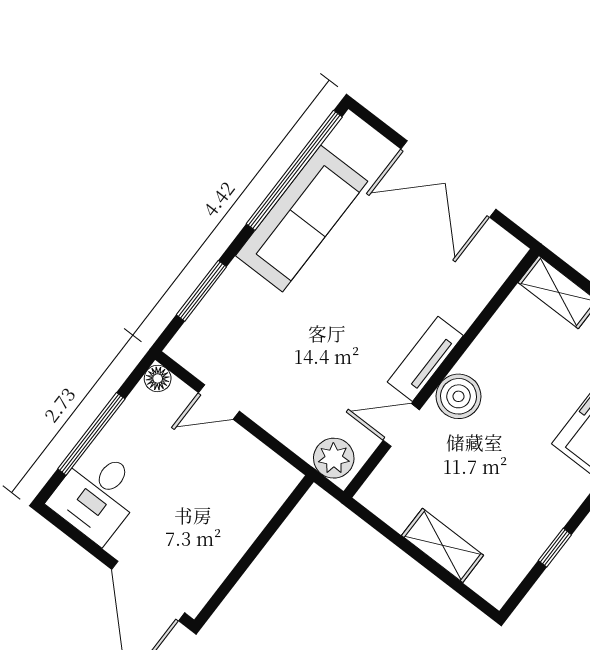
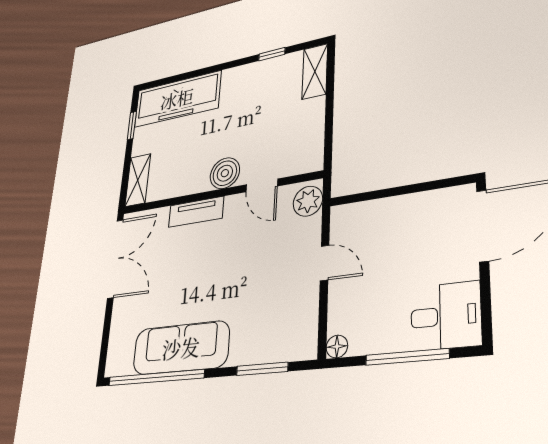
double door: (448, 179) -> (115, 259), moved
tv unit: (425, 359) -> (196, 212), moved
door: (219, 402) -> (325, 263), moved
shelving: (443, 545) -> (315, 71), moved

